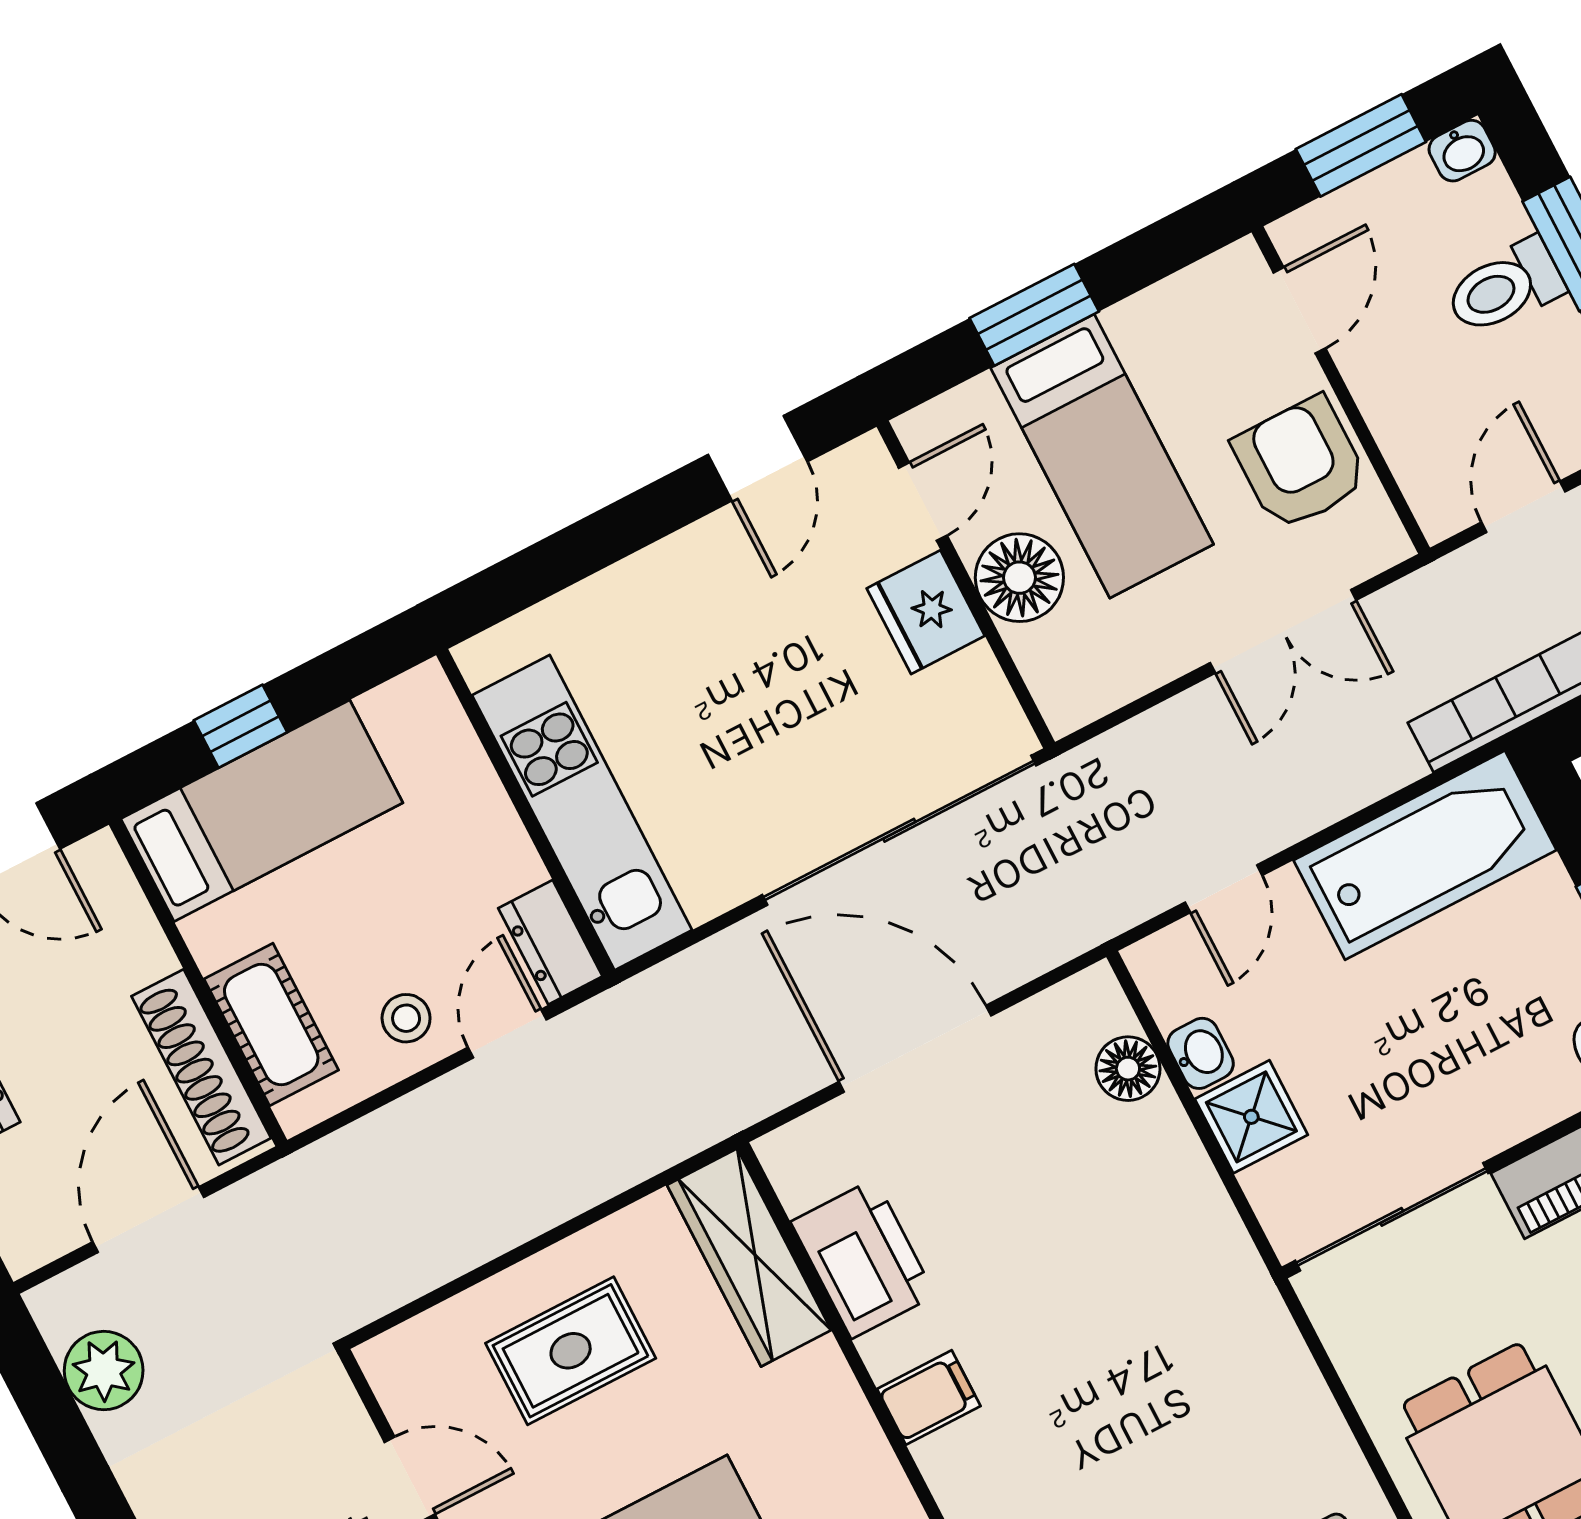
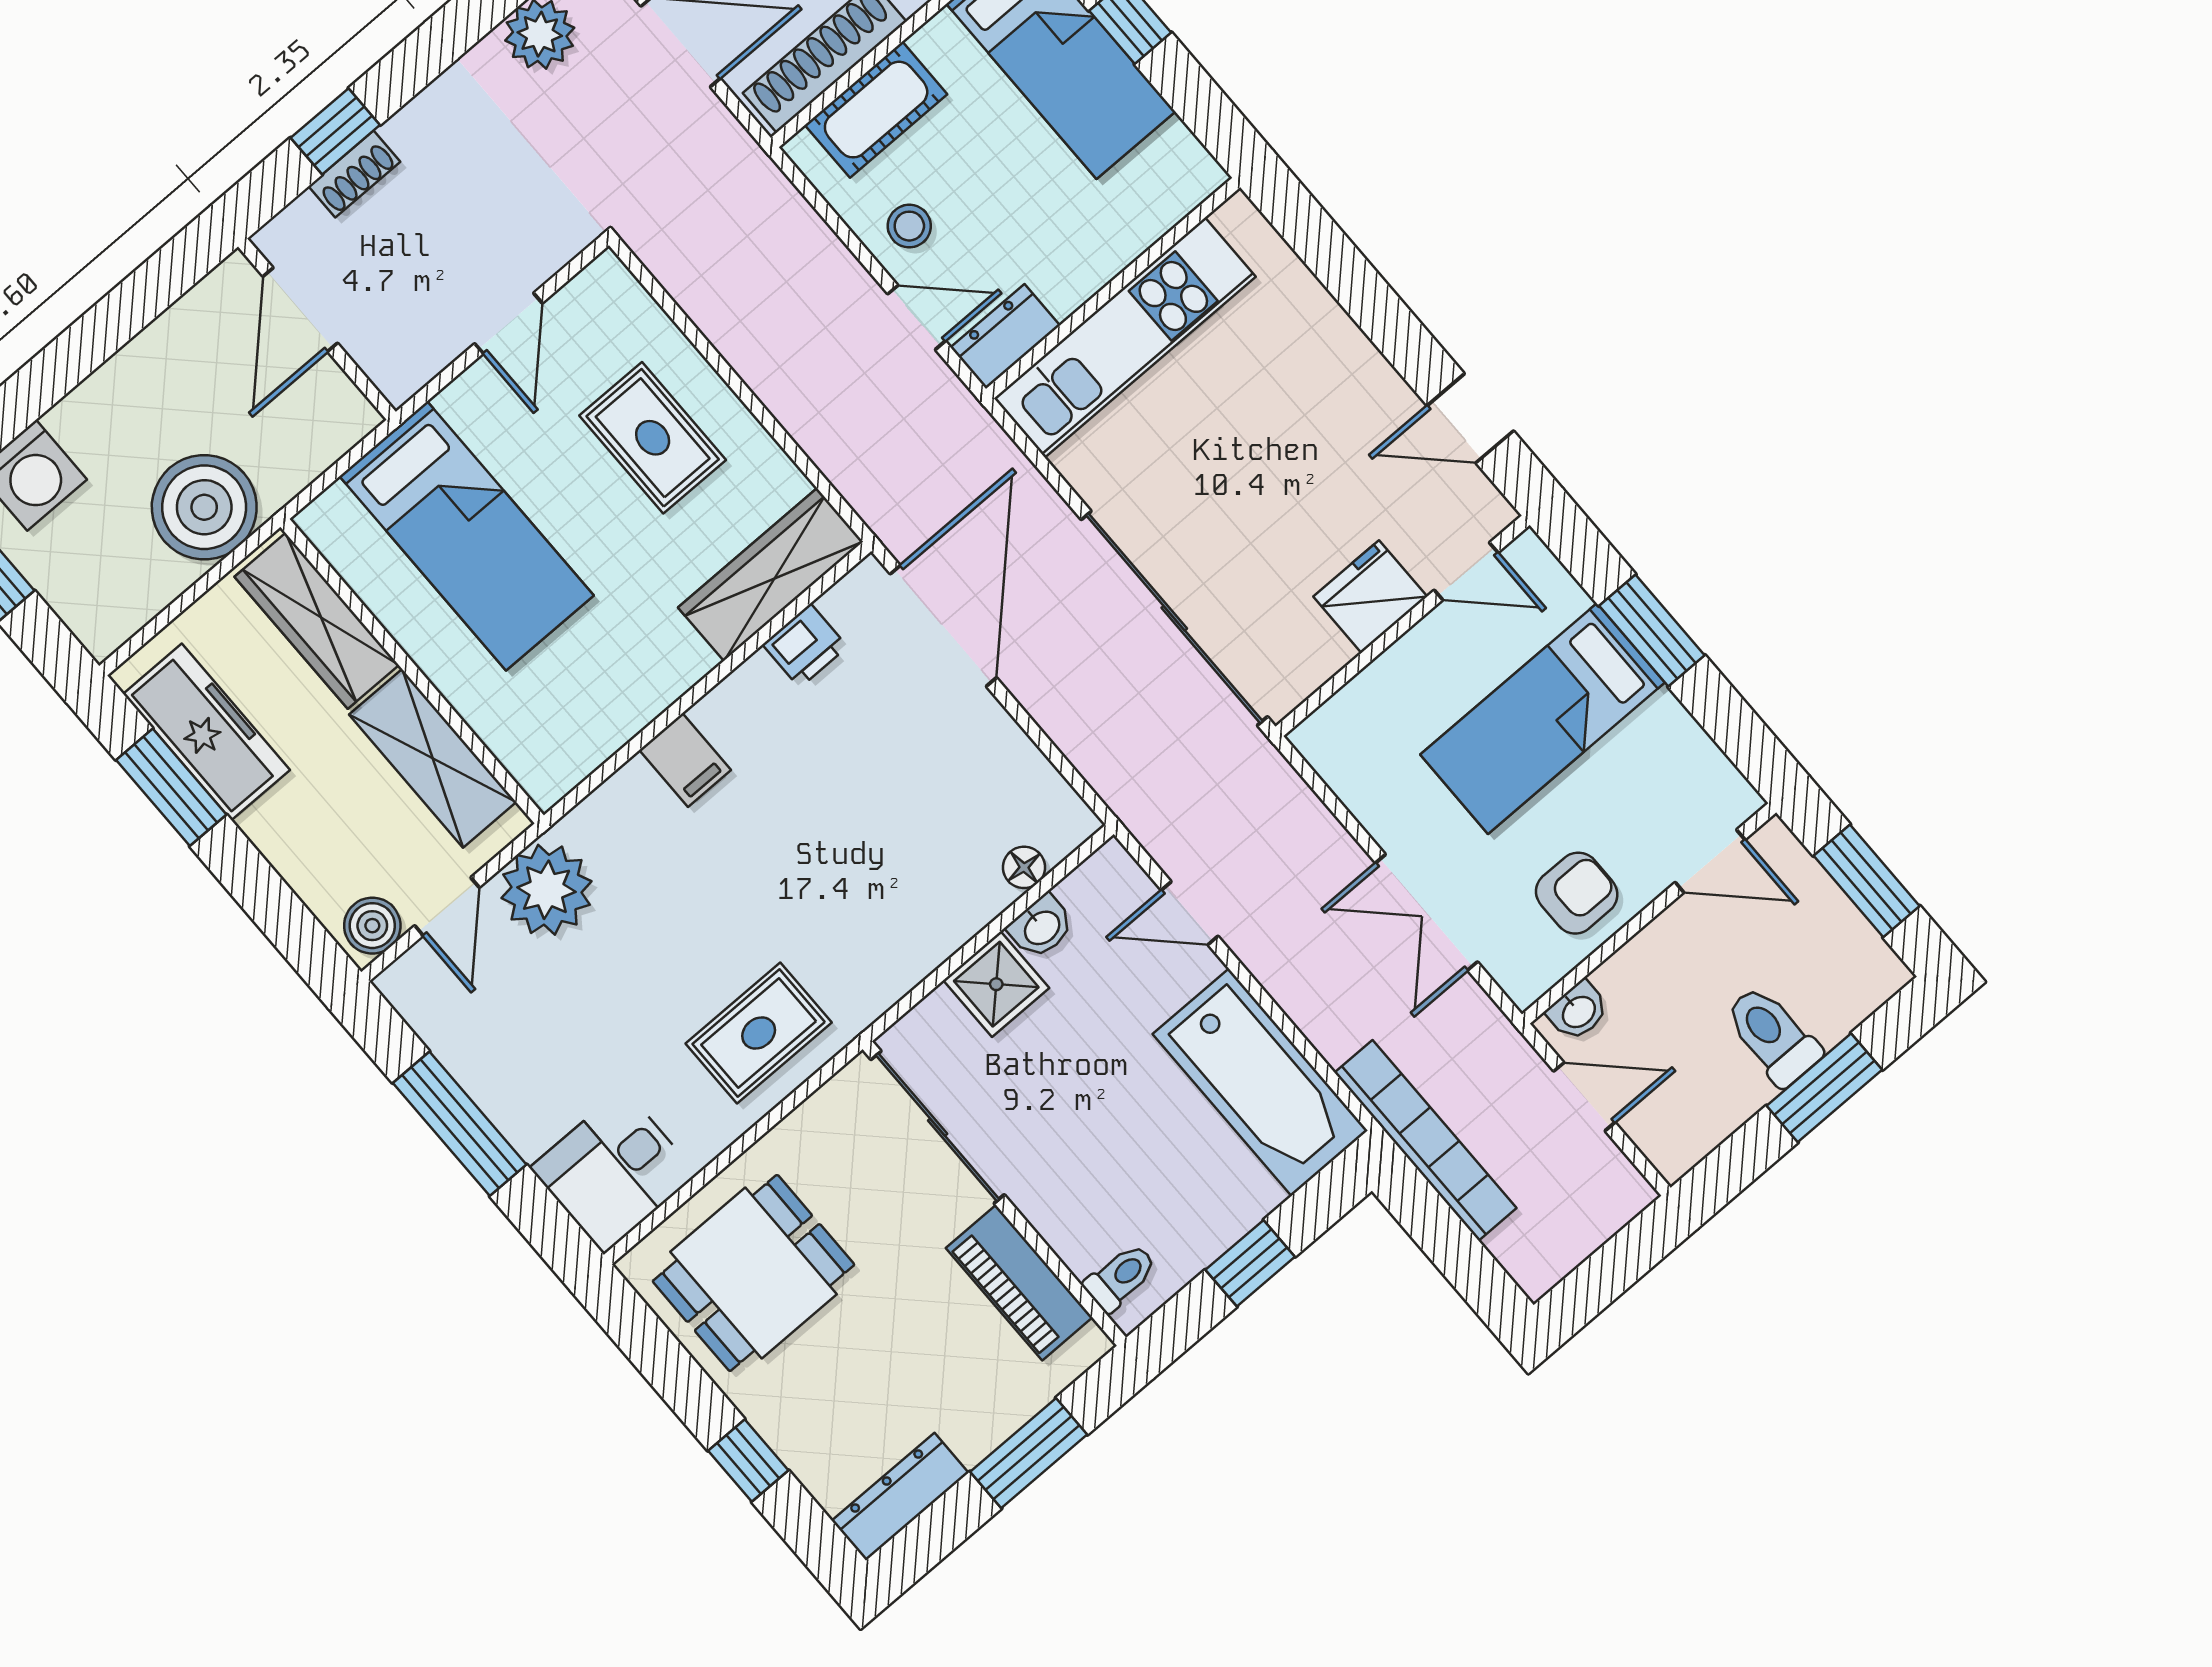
washbasin: (1462, 151) -> (1578, 1011), moved, turned -90
armchair: (1300, 463) -> (1577, 893), width x0.72, depth x0.72
floor lamp: (1019, 578) -> (1419, 671), removed
door: (915, 1049) -> (943, 626), moved
floor lamp: (1128, 1069) -> (1024, 867), width x0.73, depth x0.73
printer: (863, 1259) -> (805, 646), width x0.53, depth x0.68
rug: (1244, 1387) -> (759, 1033), added

